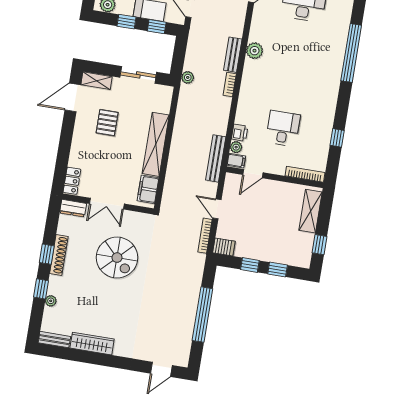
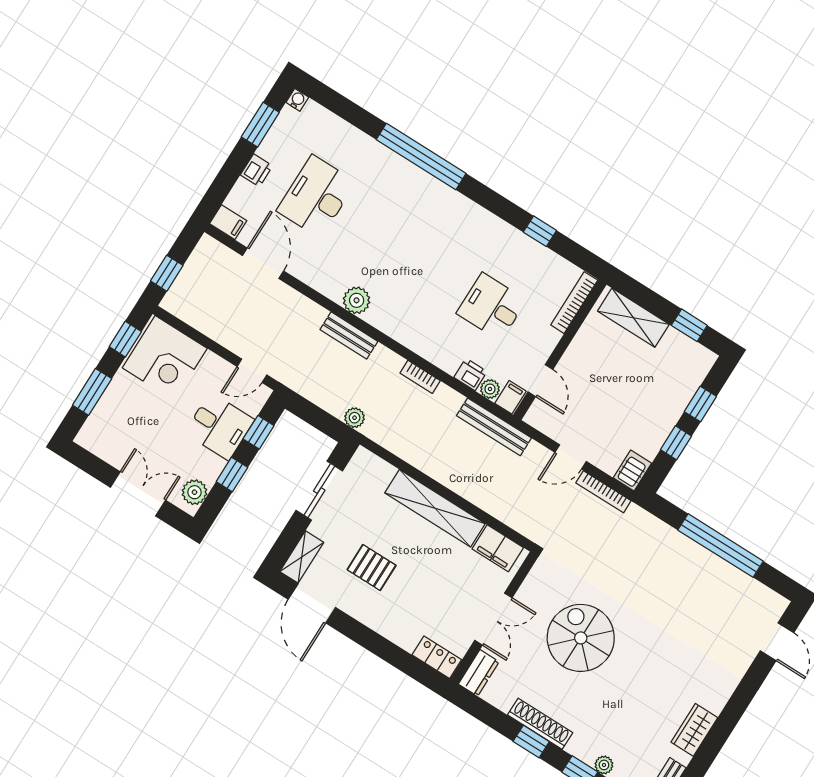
bookcase: (230, 85) -> (420, 377), moved
spiral stairs: (117, 258) -> (581, 638), turned -90
wardrobe: (92, 344) -> (694, 730), width x0.67

